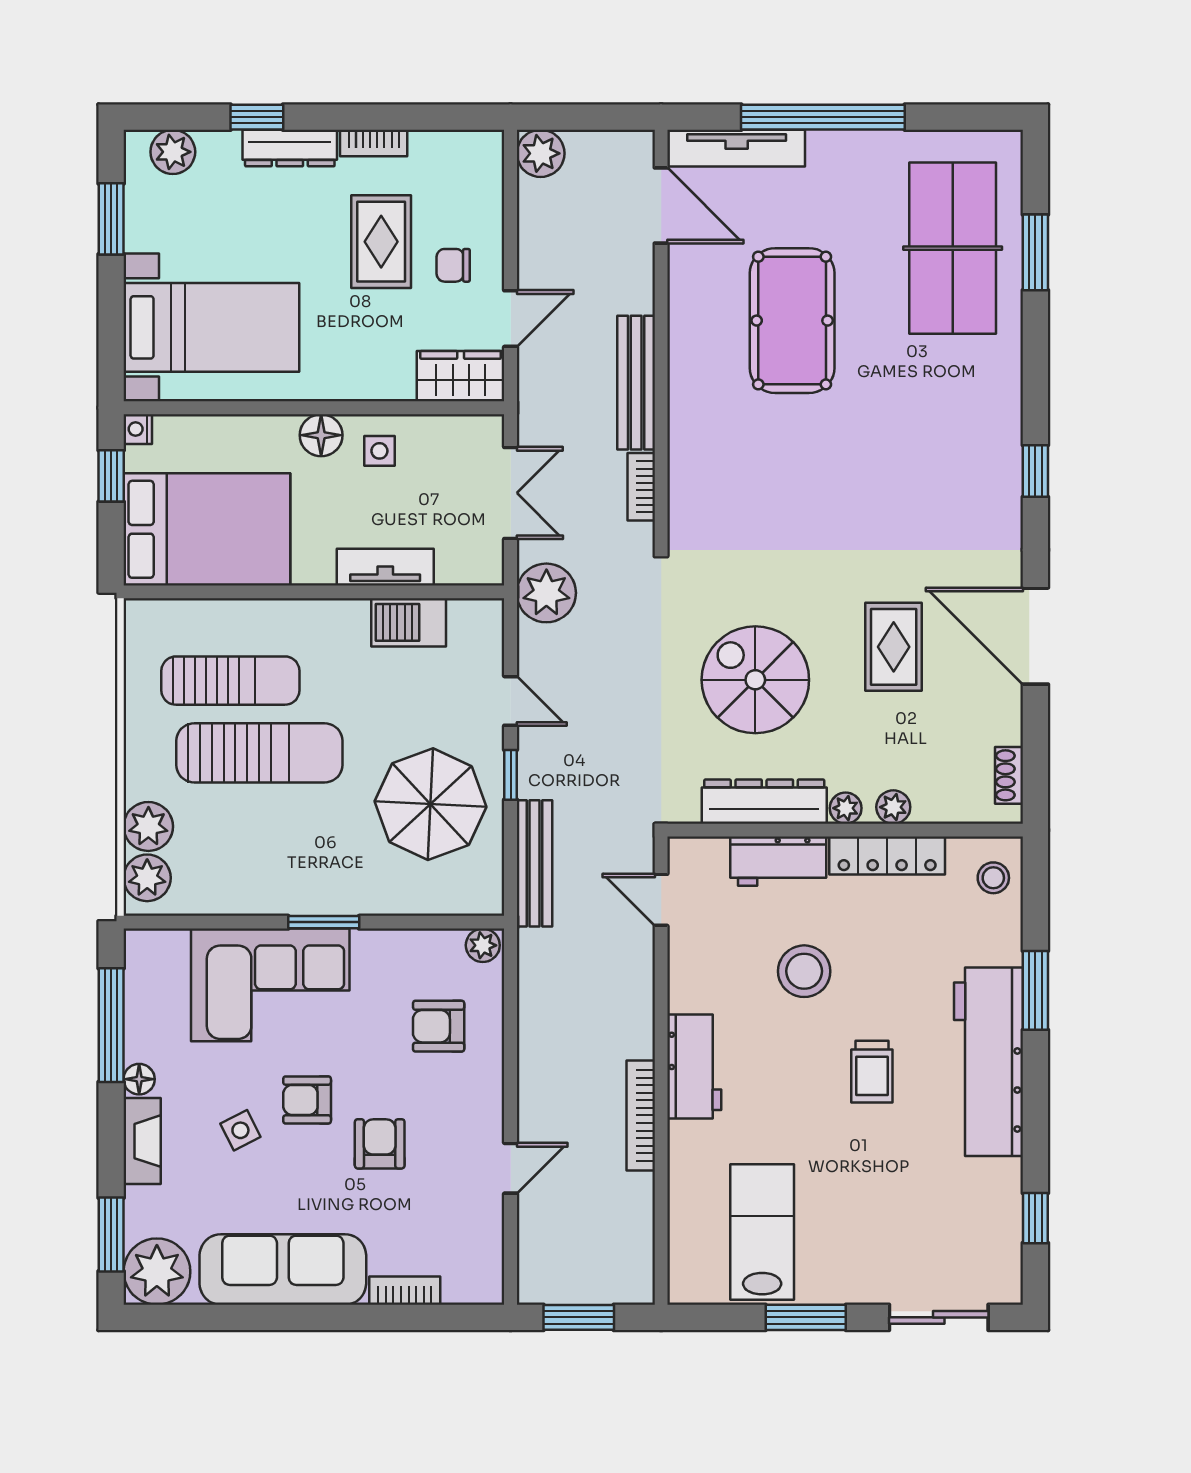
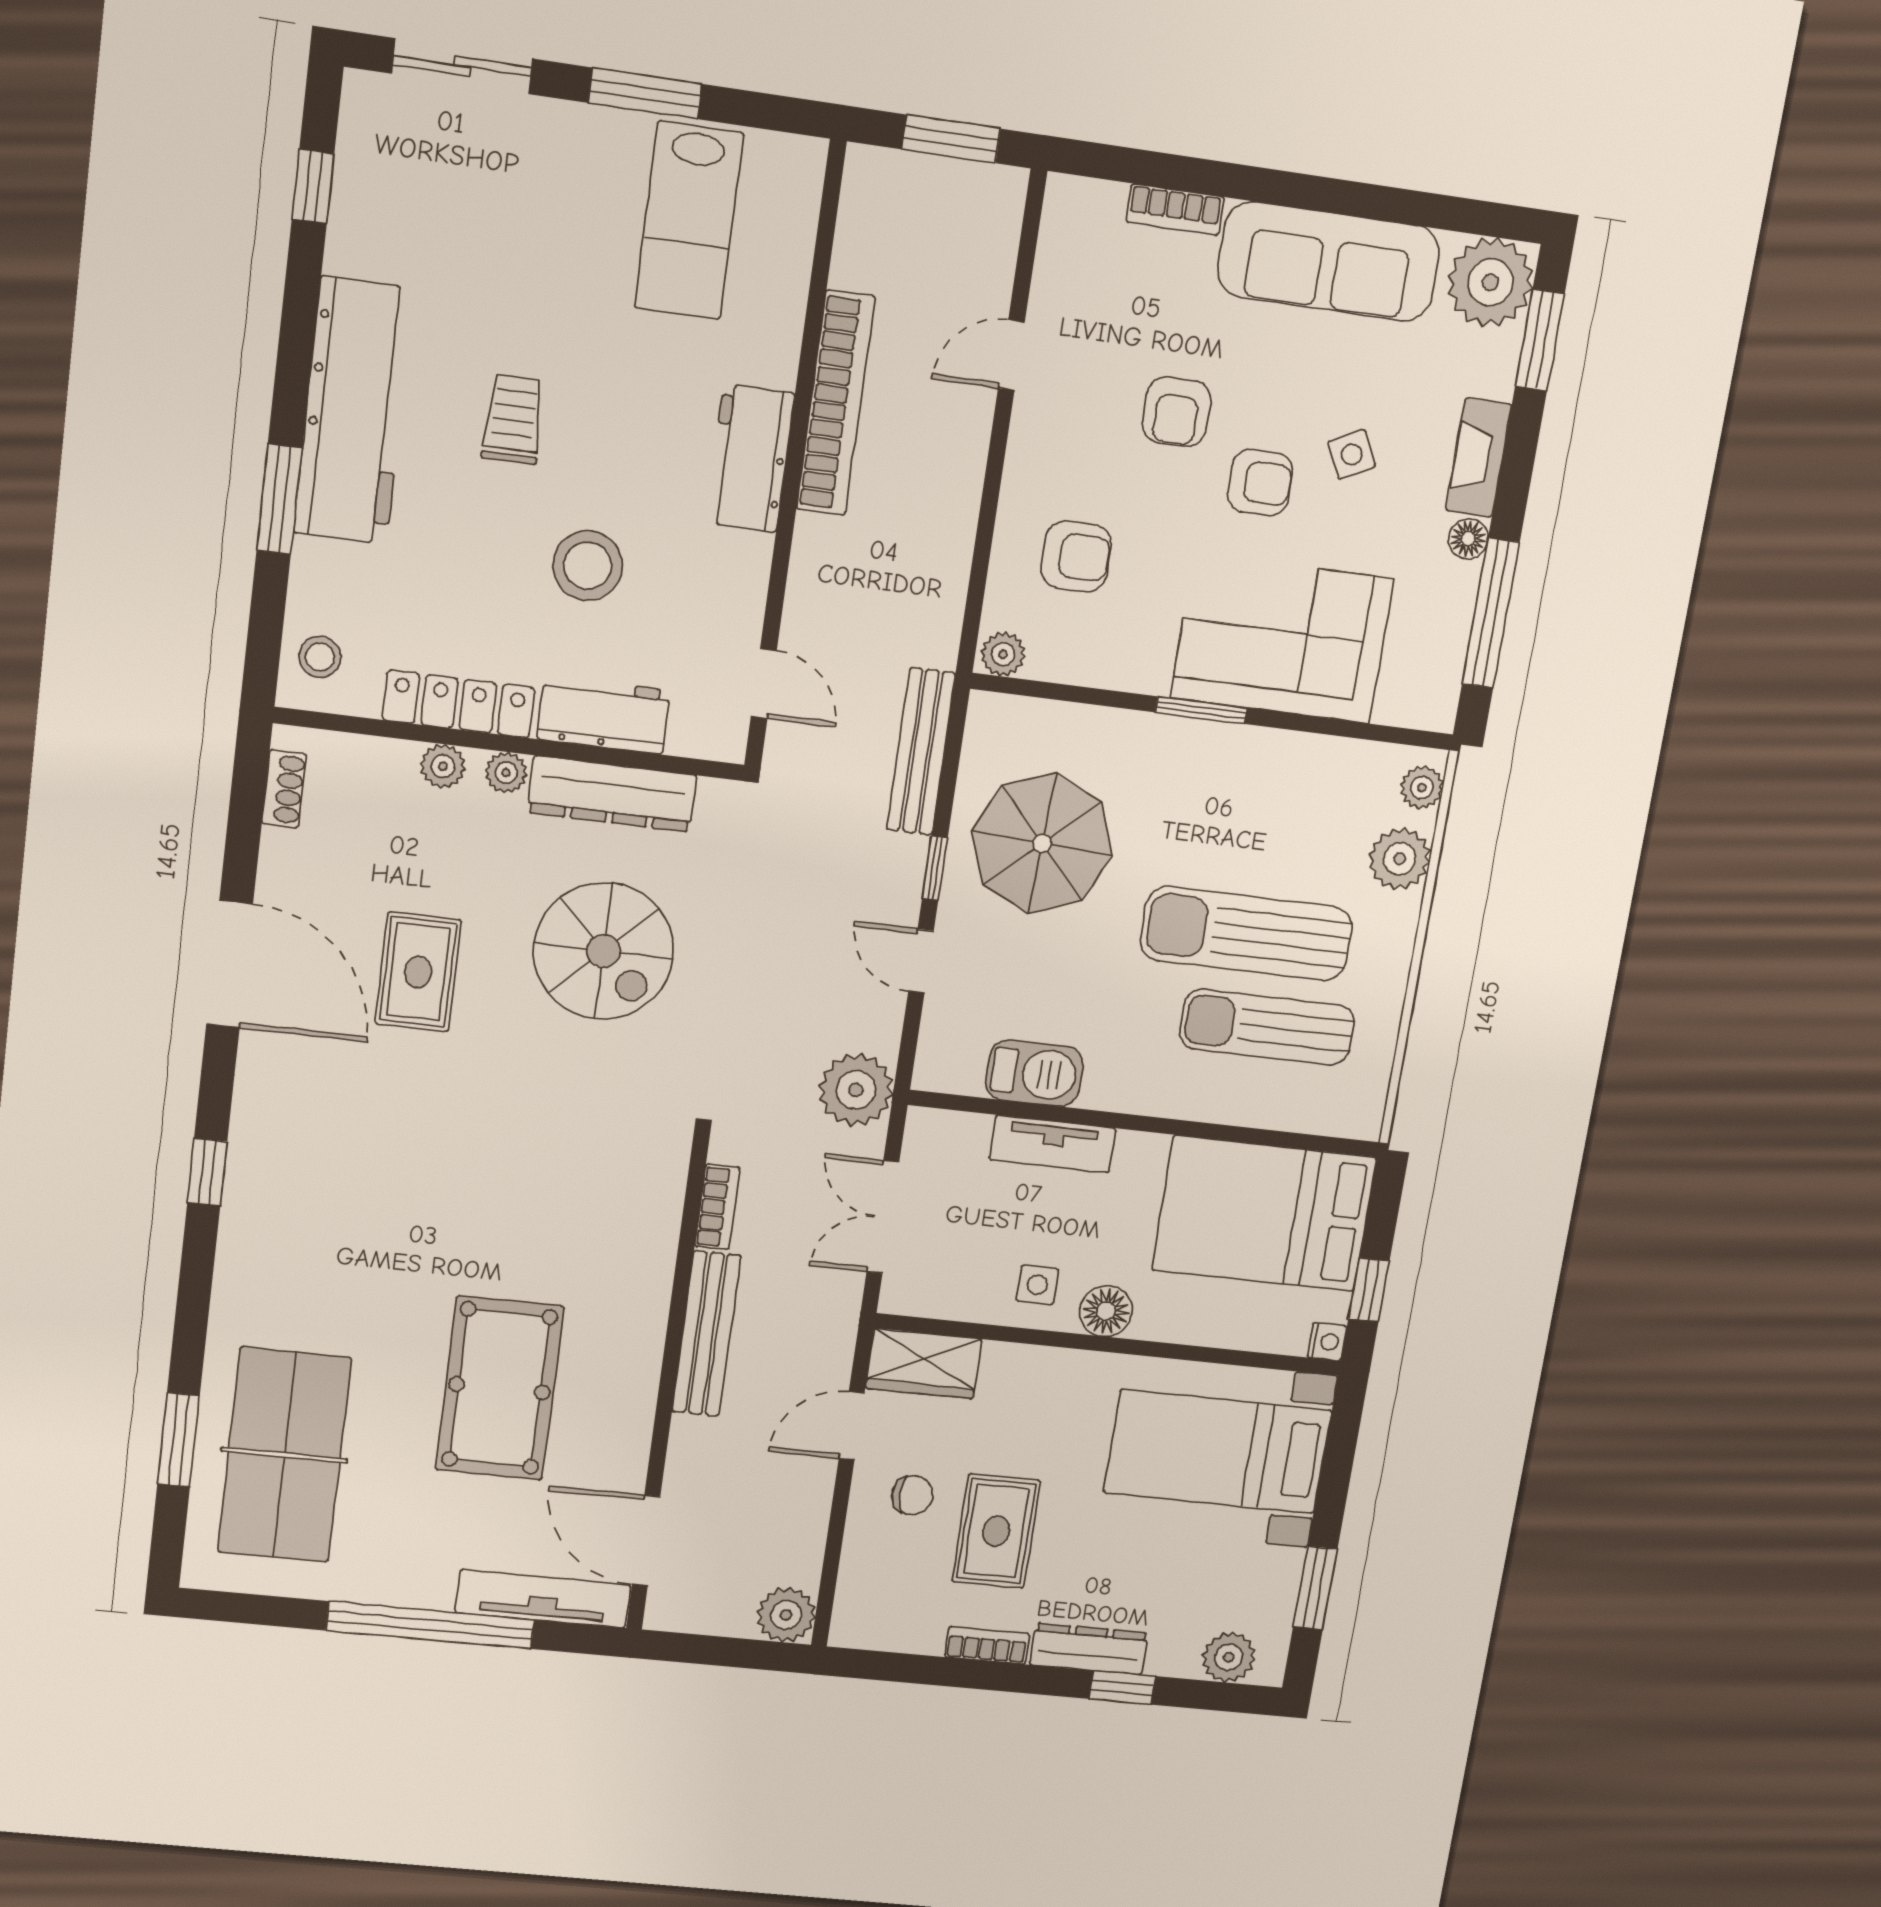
plant: (147, 878) -> (1422, 787), width x0.73, depth x0.73
bookcase: (641, 1115) -> (836, 403), width x1.48, depth x1.31

